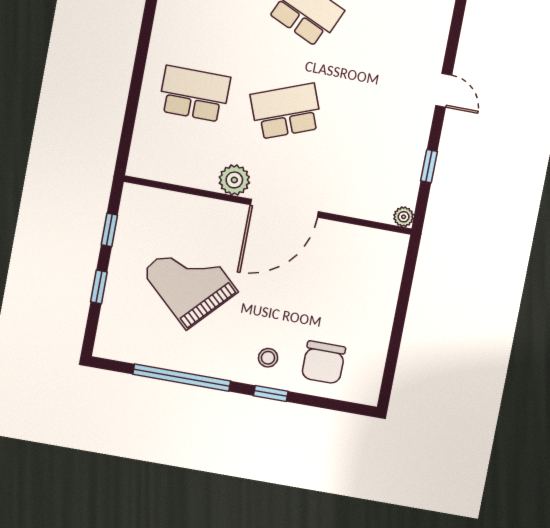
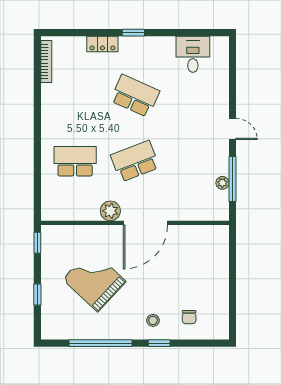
window: (429, 166) -> (232, 179), width x2.17
plant: (404, 217) -> (222, 183), moved
window: (109, 230) -> (37, 243), moved
chair: (323, 362) -> (189, 317), width x0.54, depth x0.54

